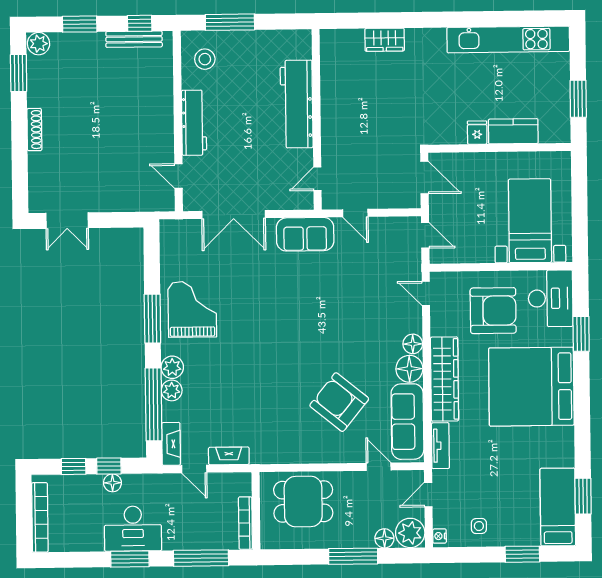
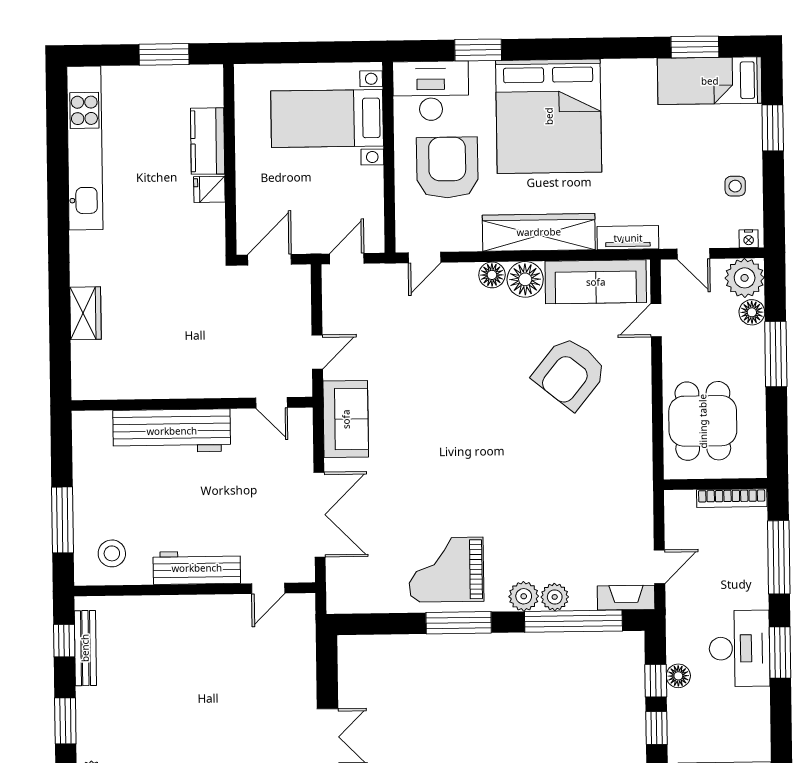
fireplace: (229, 456) -> (642, 520), removed

